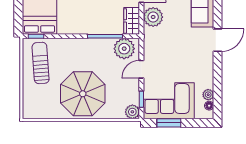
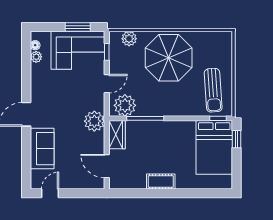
window: (18, 17) -> (237, 139), added
plant: (153, 17) -> (94, 121), moved
plant: (132, 112) -> (129, 39), moved

